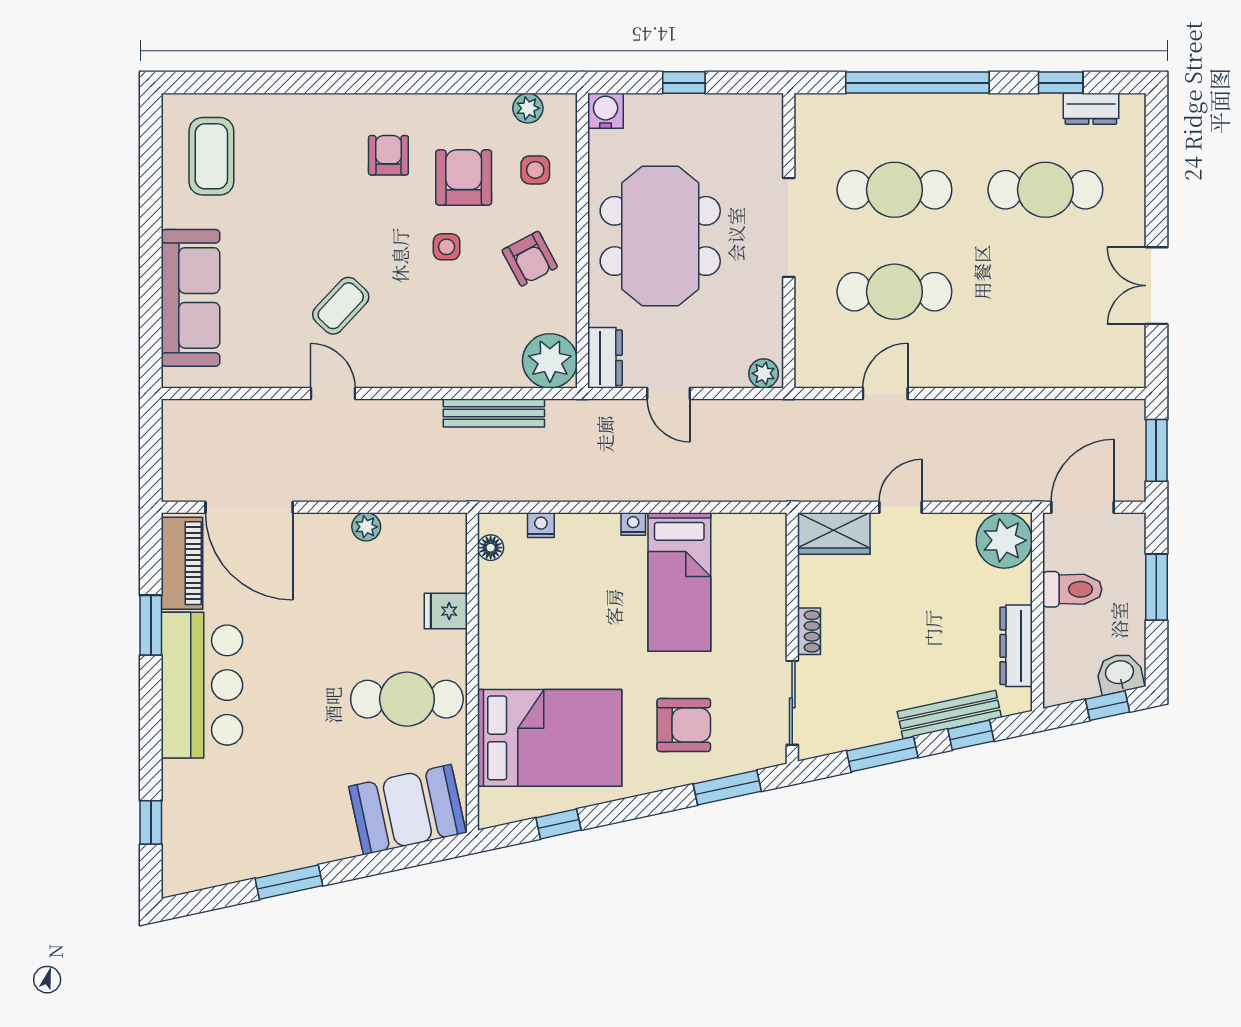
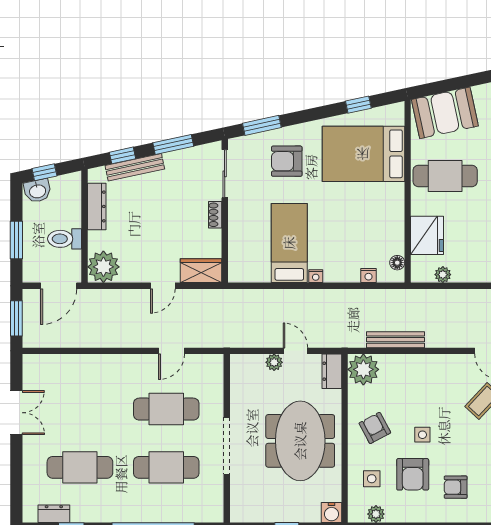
armchair: (388, 155) -> (456, 487), turned 90
plant: (764, 373) -> (274, 362), moved
plant: (366, 527) -> (443, 275), moved
fridge: (446, 611) -> (427, 235), width x1.88, depth x1.34

